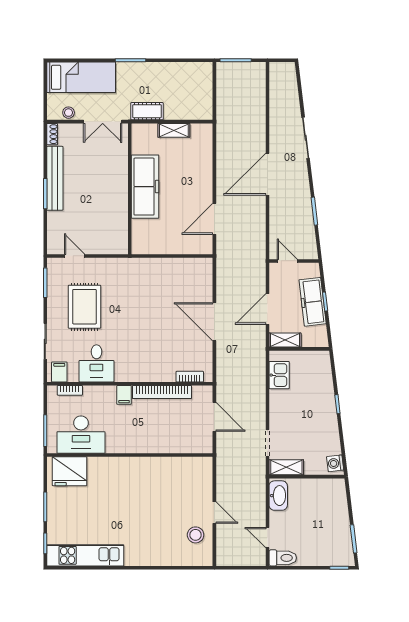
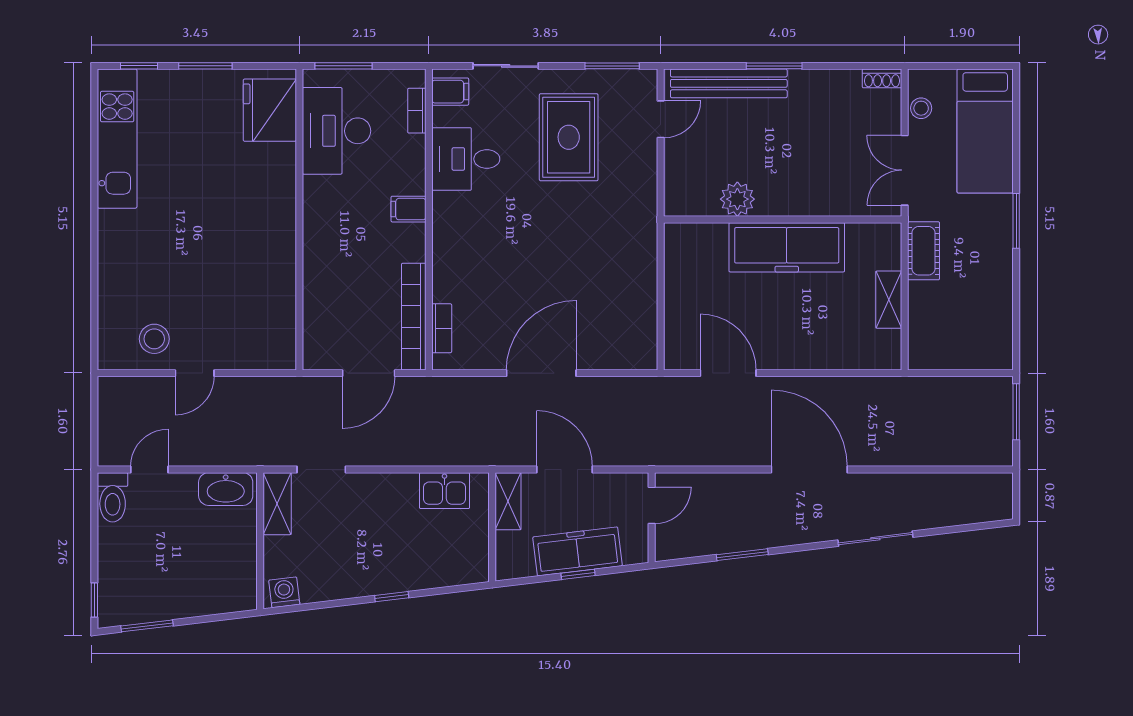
bench: (55, 178) -> (729, 83), moved
plant: (119, 214) -> (737, 199), added
rug: (84, 307) -> (569, 137), turned 90
bookcase: (162, 392) -> (414, 317), moved

